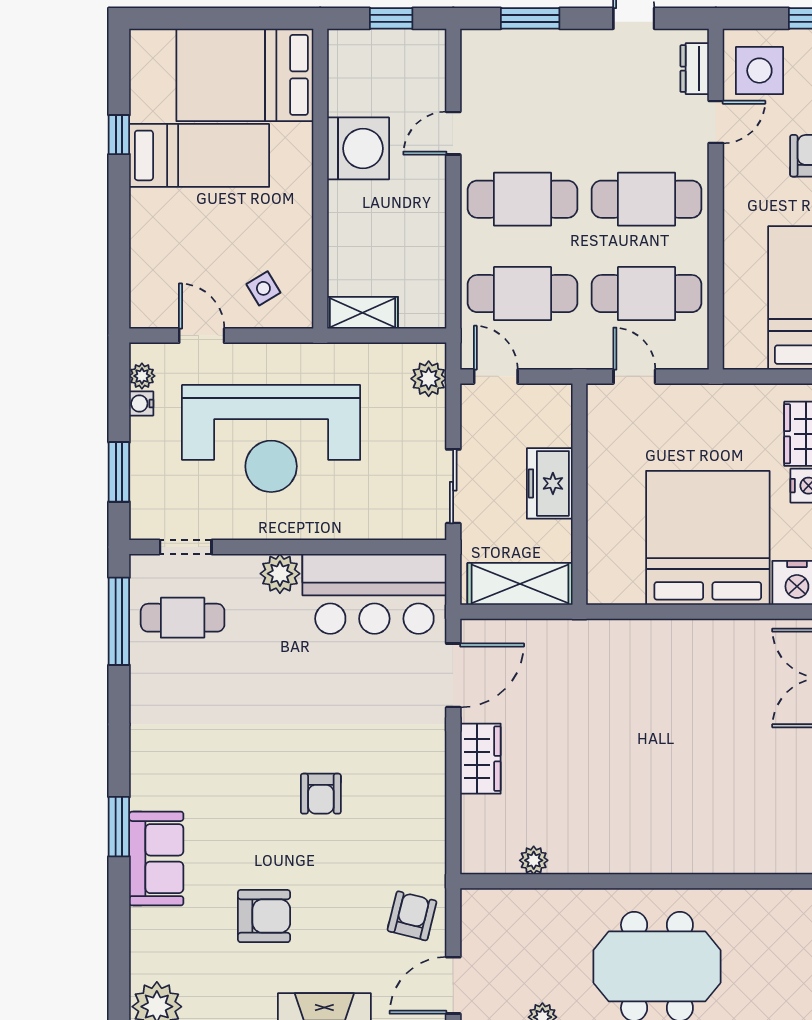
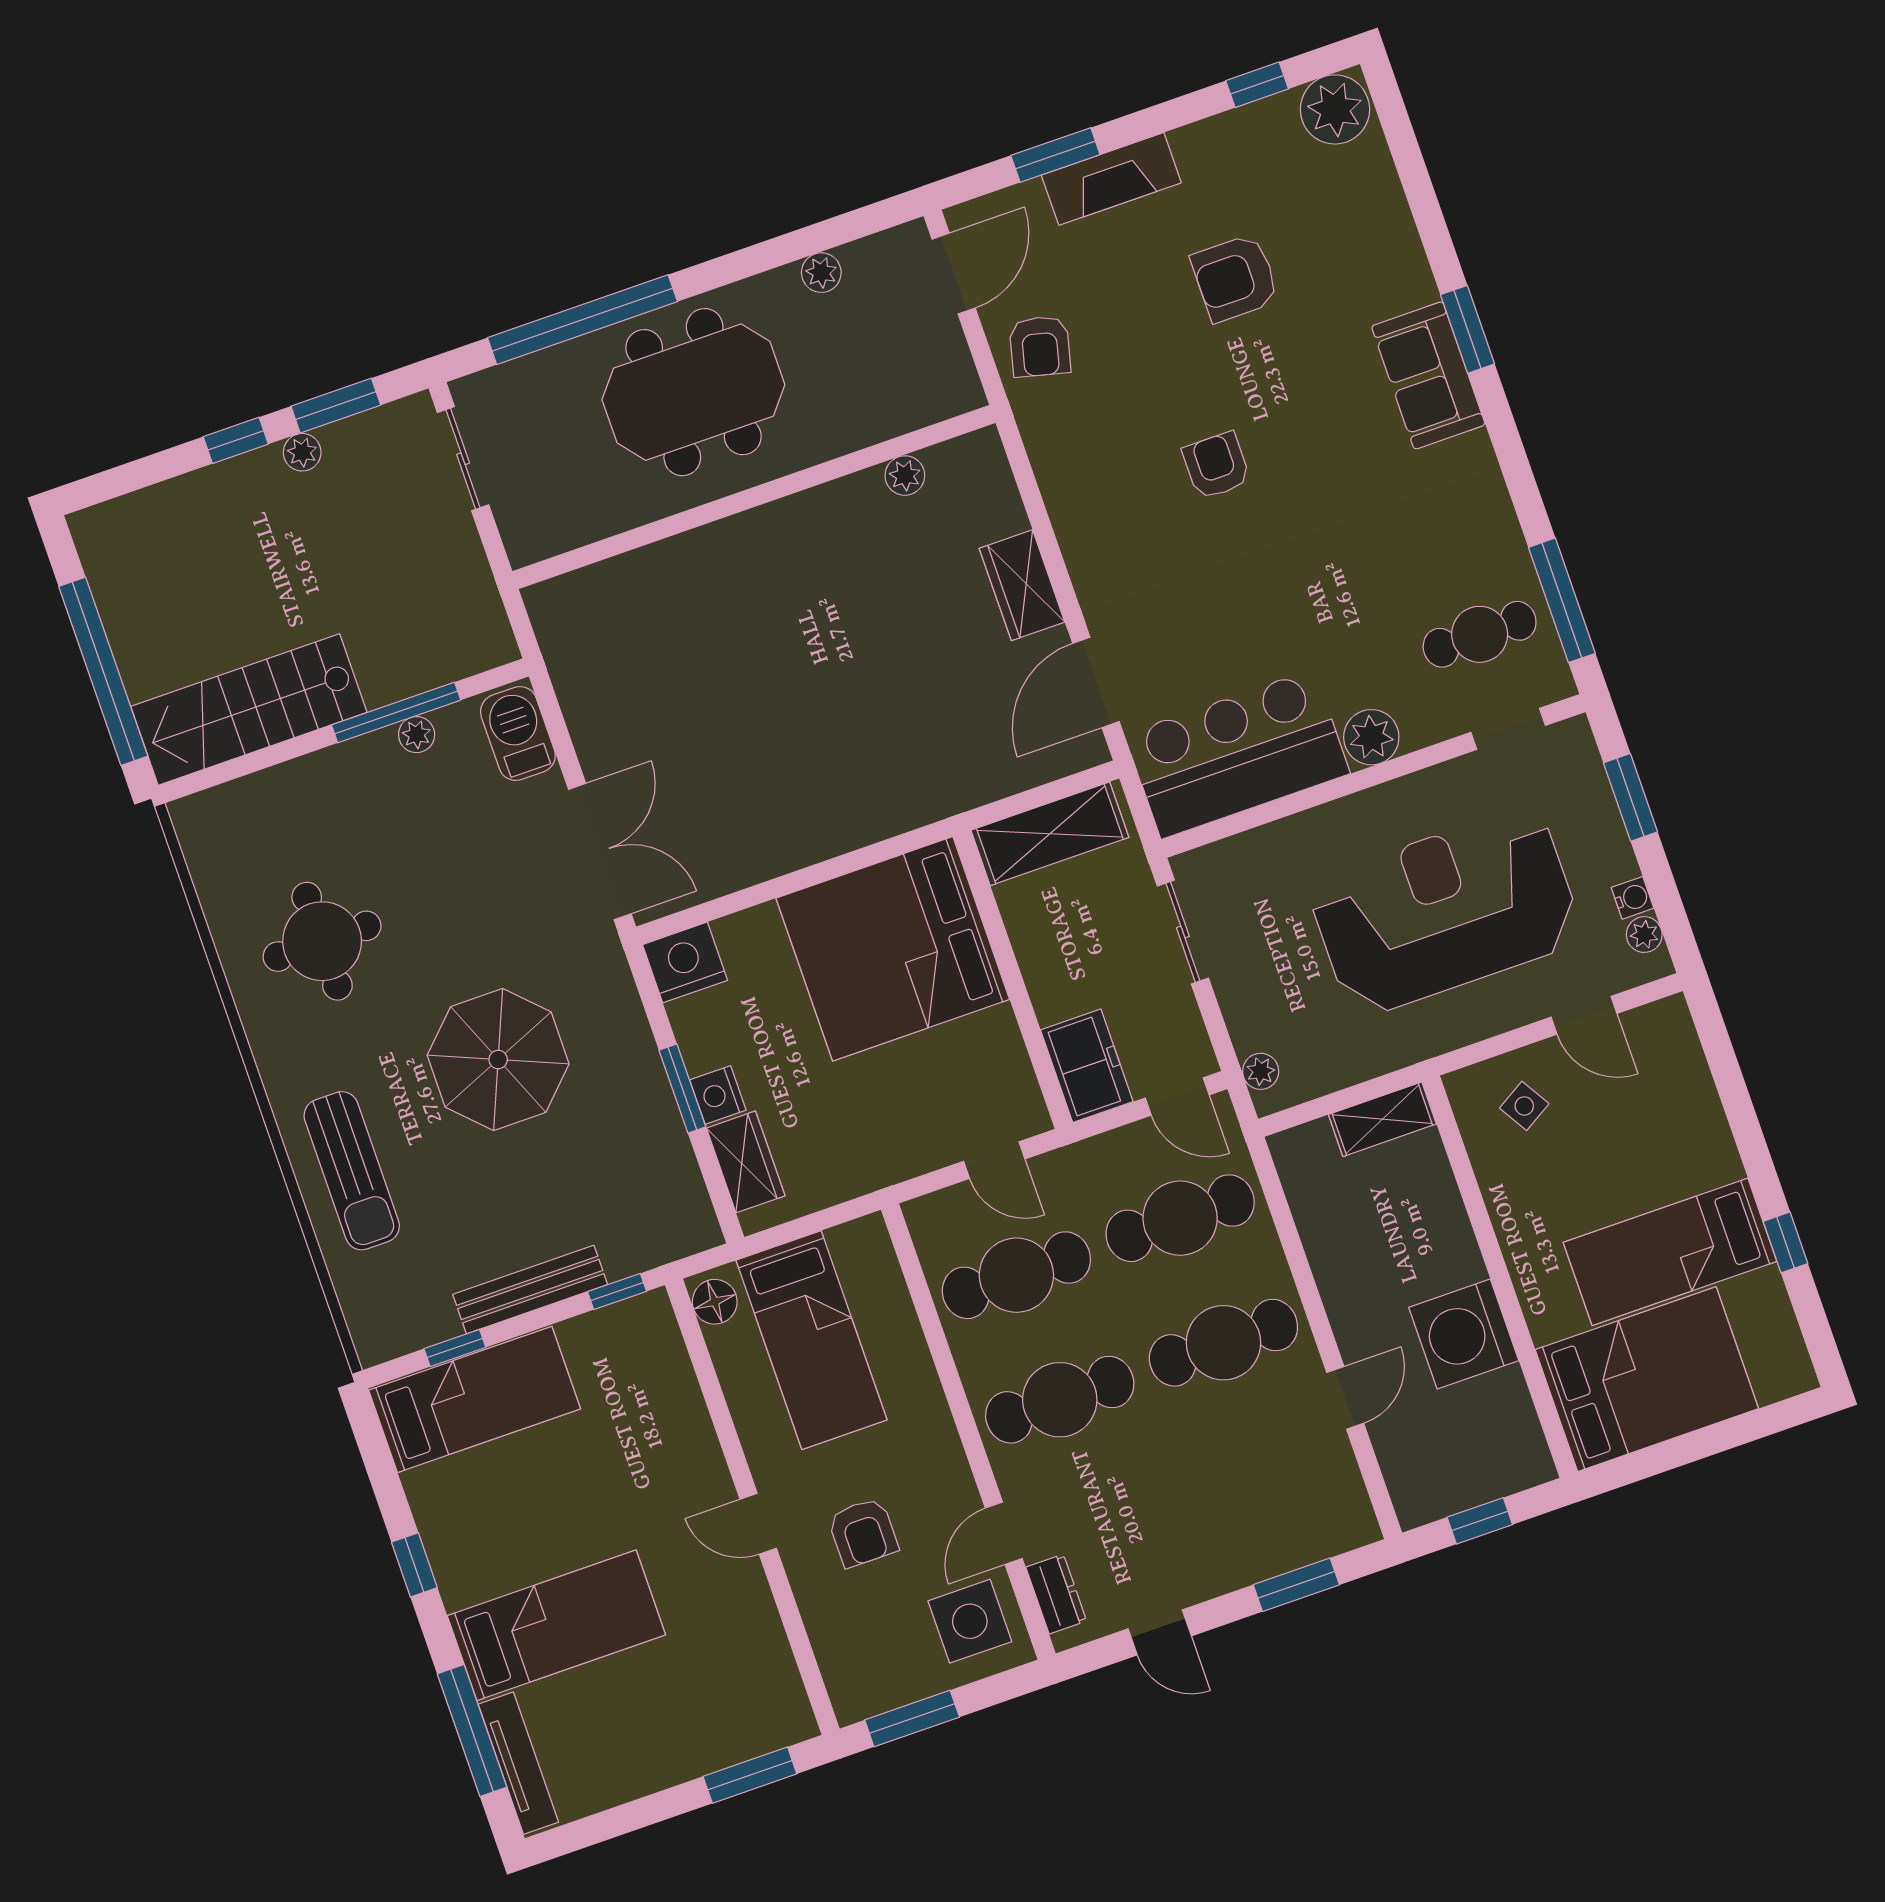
plant: (429, 379) -> (1261, 1071), width x0.73, depth x0.73
freezer: (550, 483) -> (1087, 1066), moved
bed: (708, 538) -> (893, 949), moved, turned 90
sofa: (156, 859) -> (1428, 375), moved

